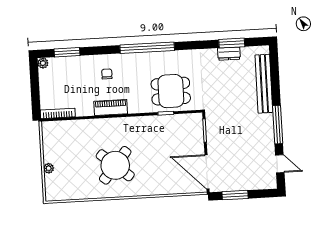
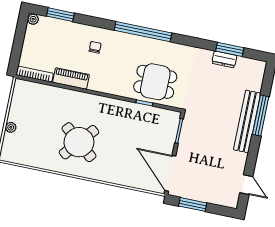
bench: (264, 84) -> (247, 121), moved
piano: (111, 108) -> (71, 78), moved
window: (278, 125) -> (261, 115), moved

